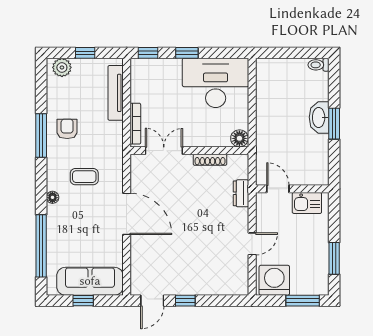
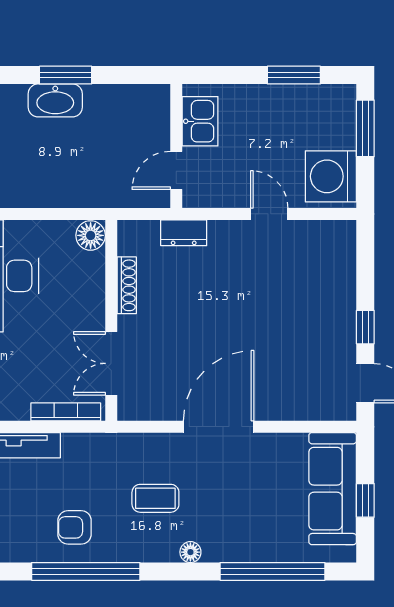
window: (41, 135) -> (86, 571), width x1.46
coffee table: (84, 177) -> (155, 498), turned 90

